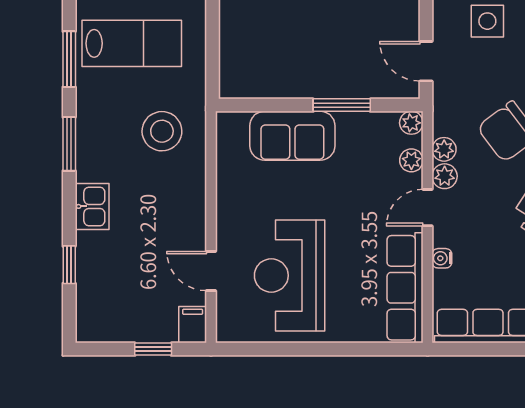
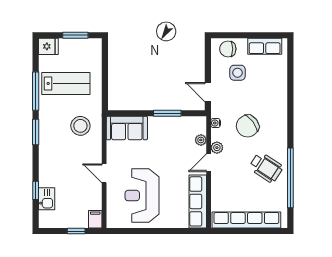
window: (69, 59) -> (36, 91), width x1.44
plant: (411, 123) -> (201, 122), removed
sofa: (292, 136) -> (127, 128), moved
plant: (444, 149) -> (217, 135), removed
kitchen sink: (92, 206) -> (47, 199), moved
water cooler: (442, 258) -> (216, 123), moved
door: (211, 271) -> (104, 173), moved

